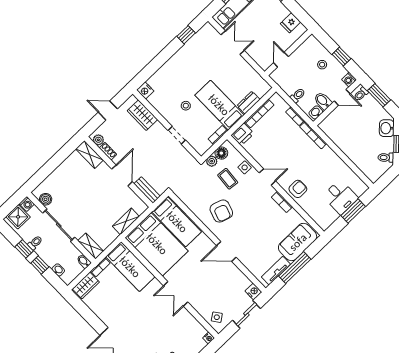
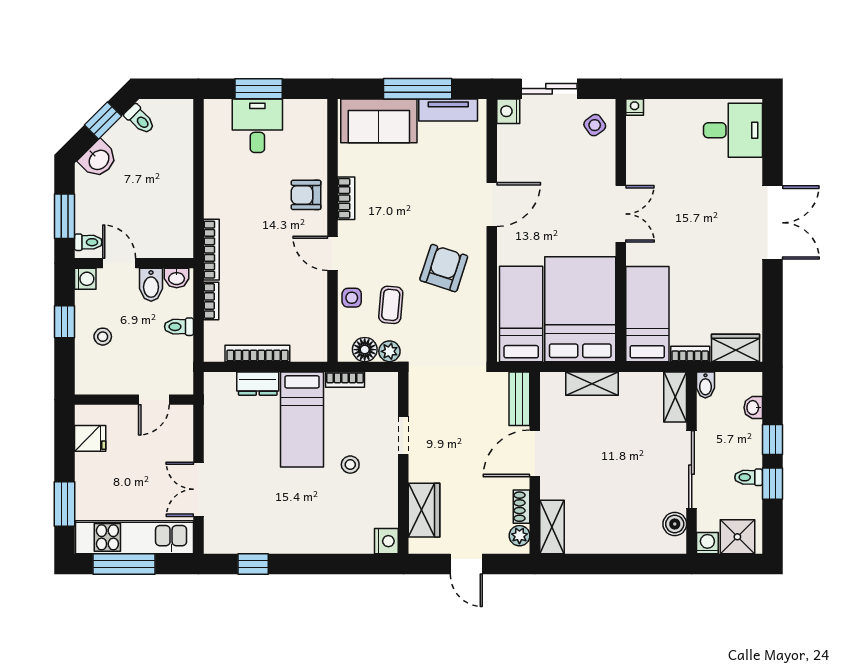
printer: (242, 134) -> (310, 347), removed
door: (226, 251) -> (492, 205), hinge flipped

